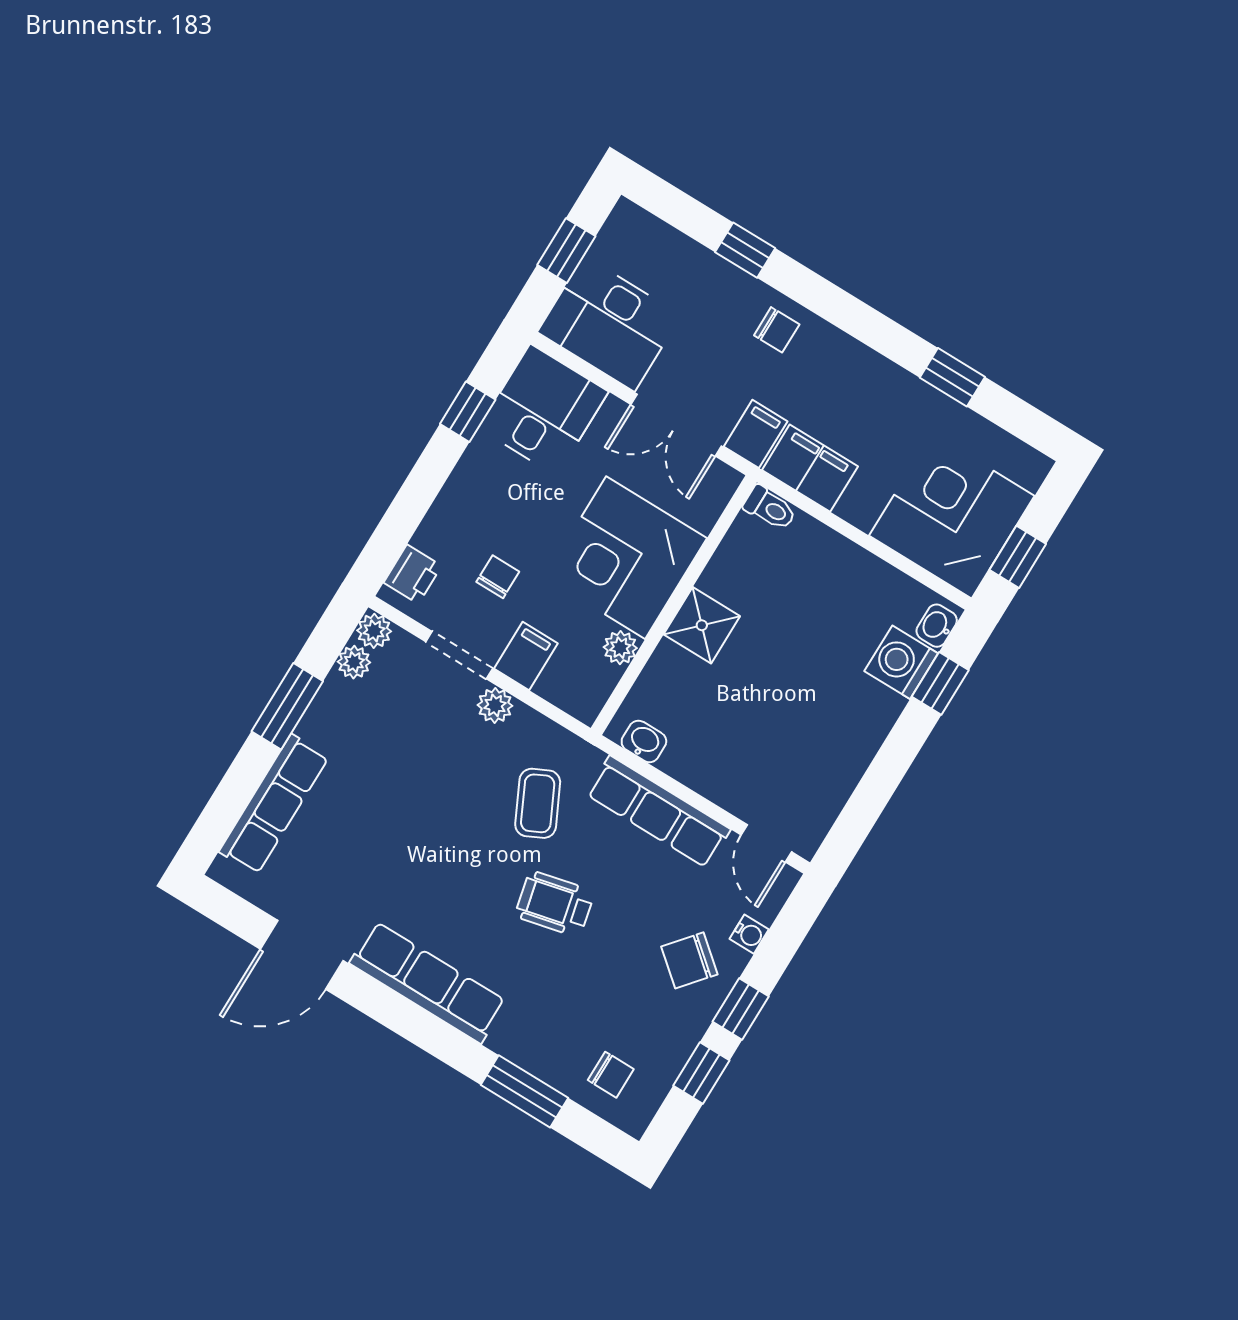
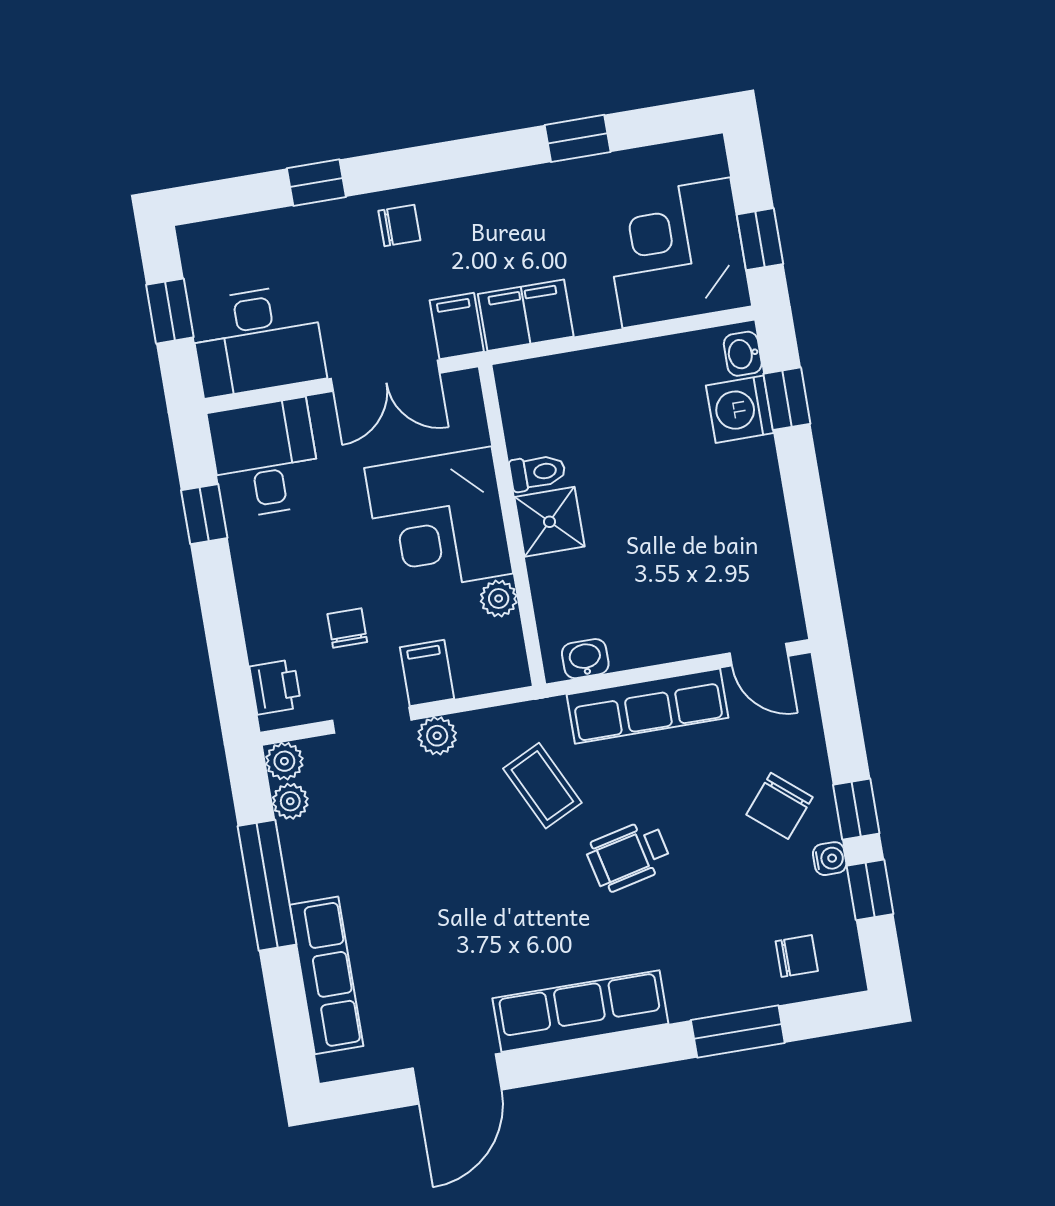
toilet: (770, 508) -> (538, 472), moved
window: (287, 706) -> (267, 885), width x1.44
water cooler: (749, 934) -> (830, 859), moved

